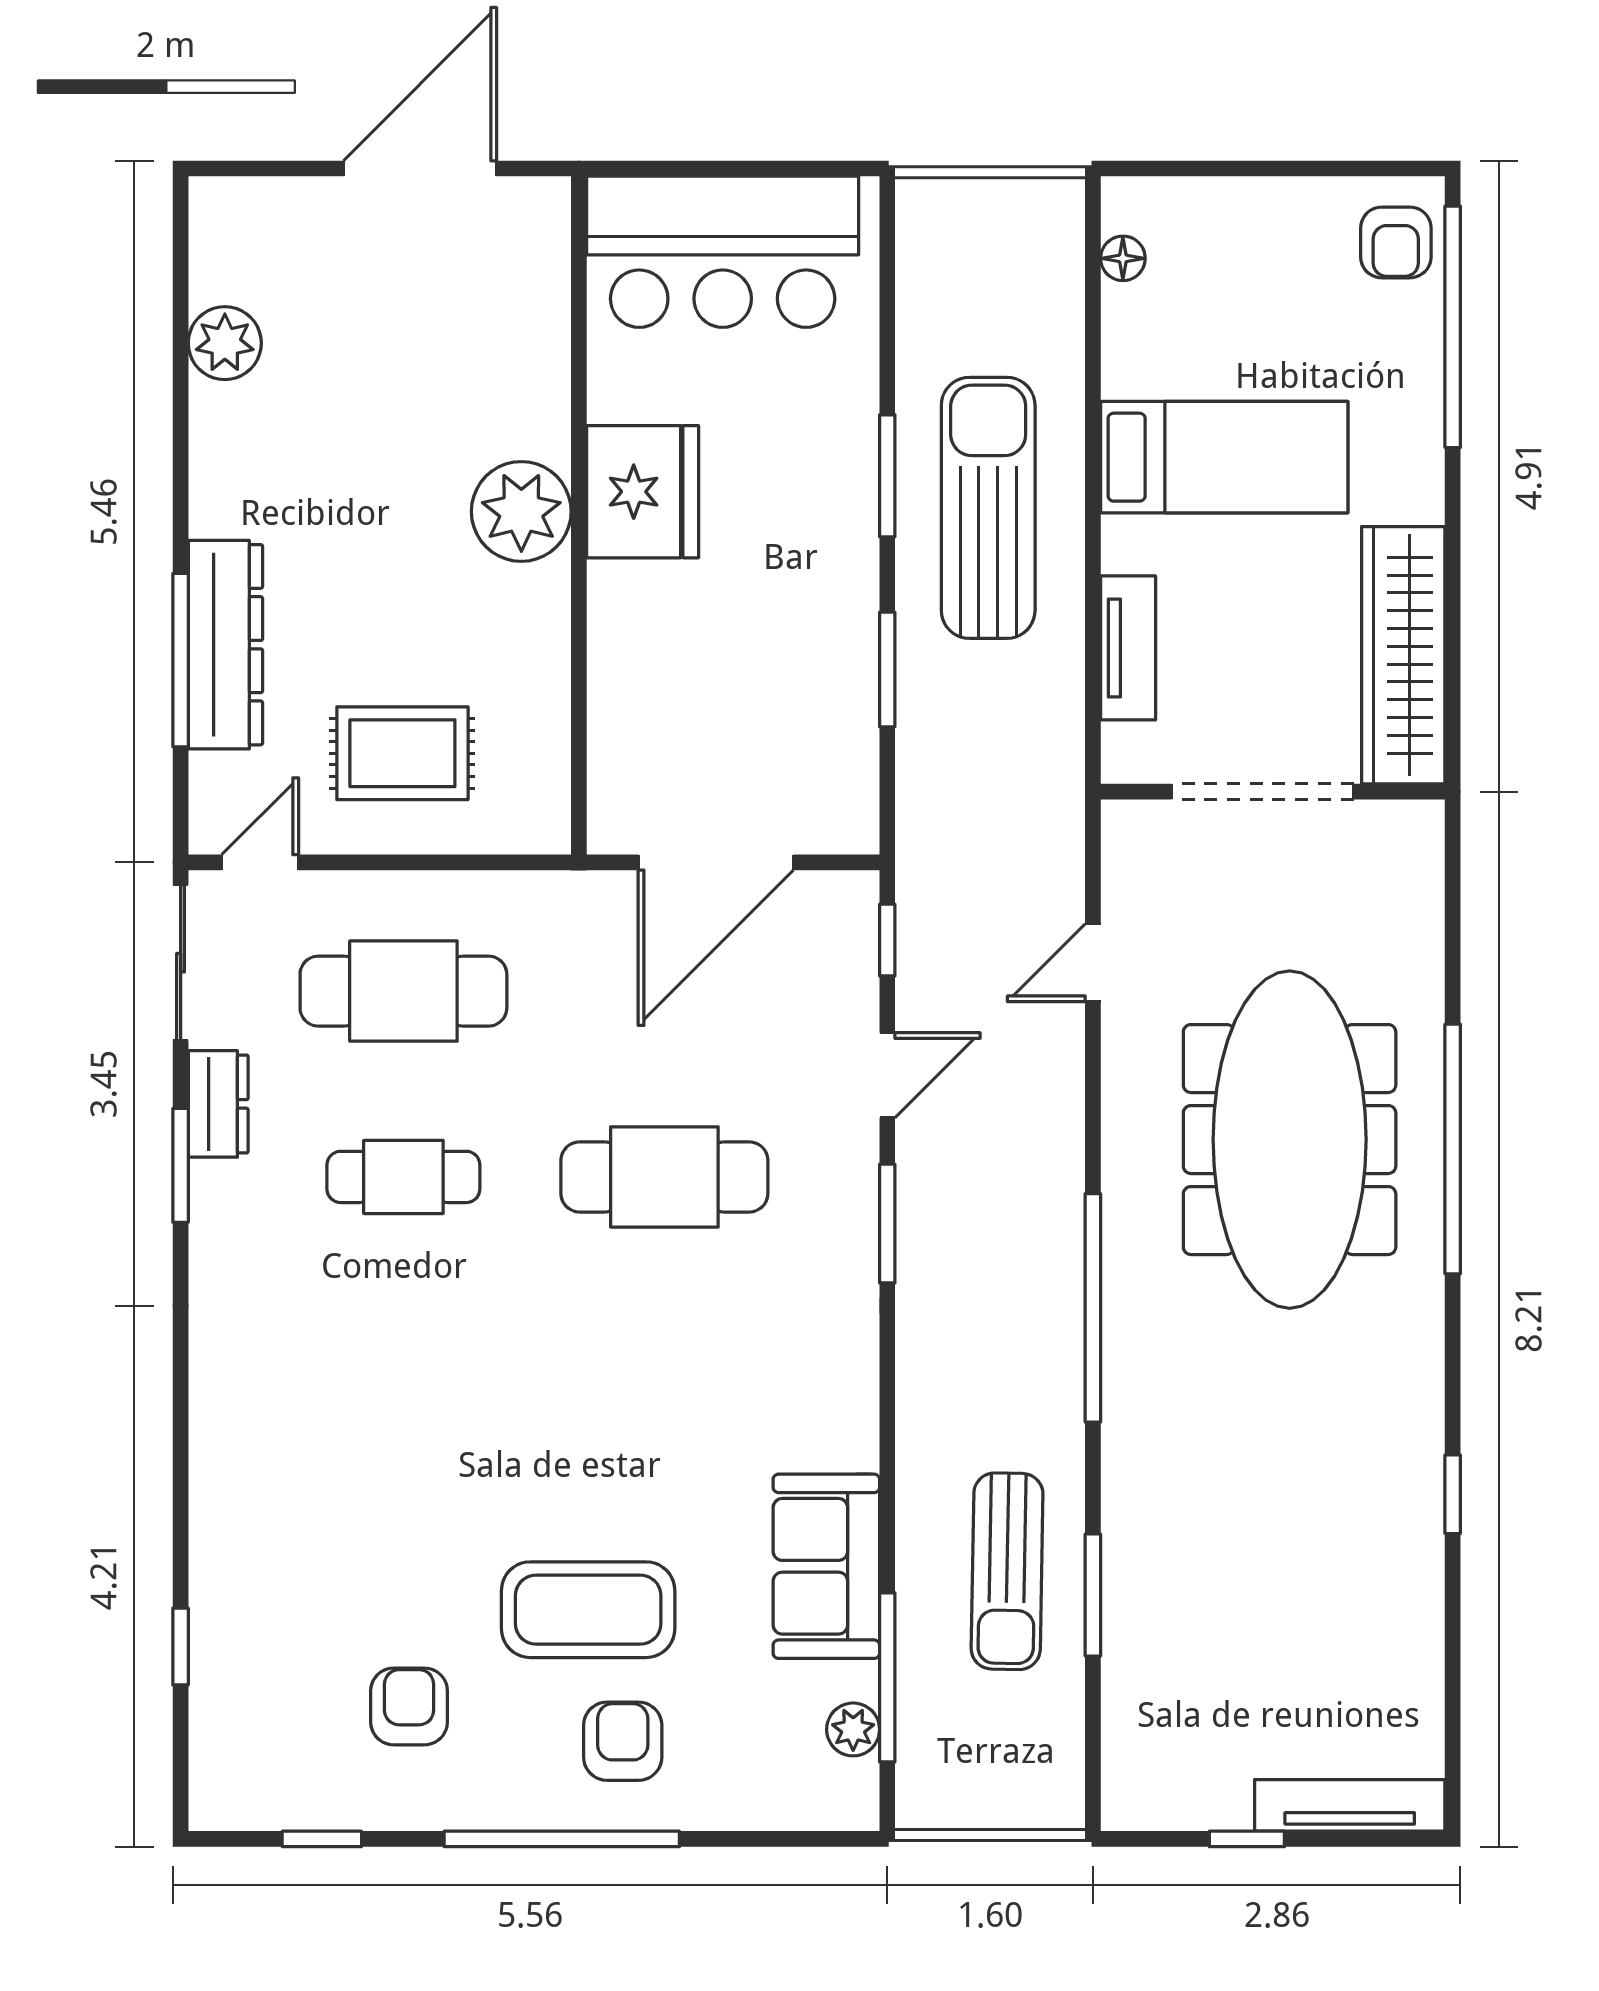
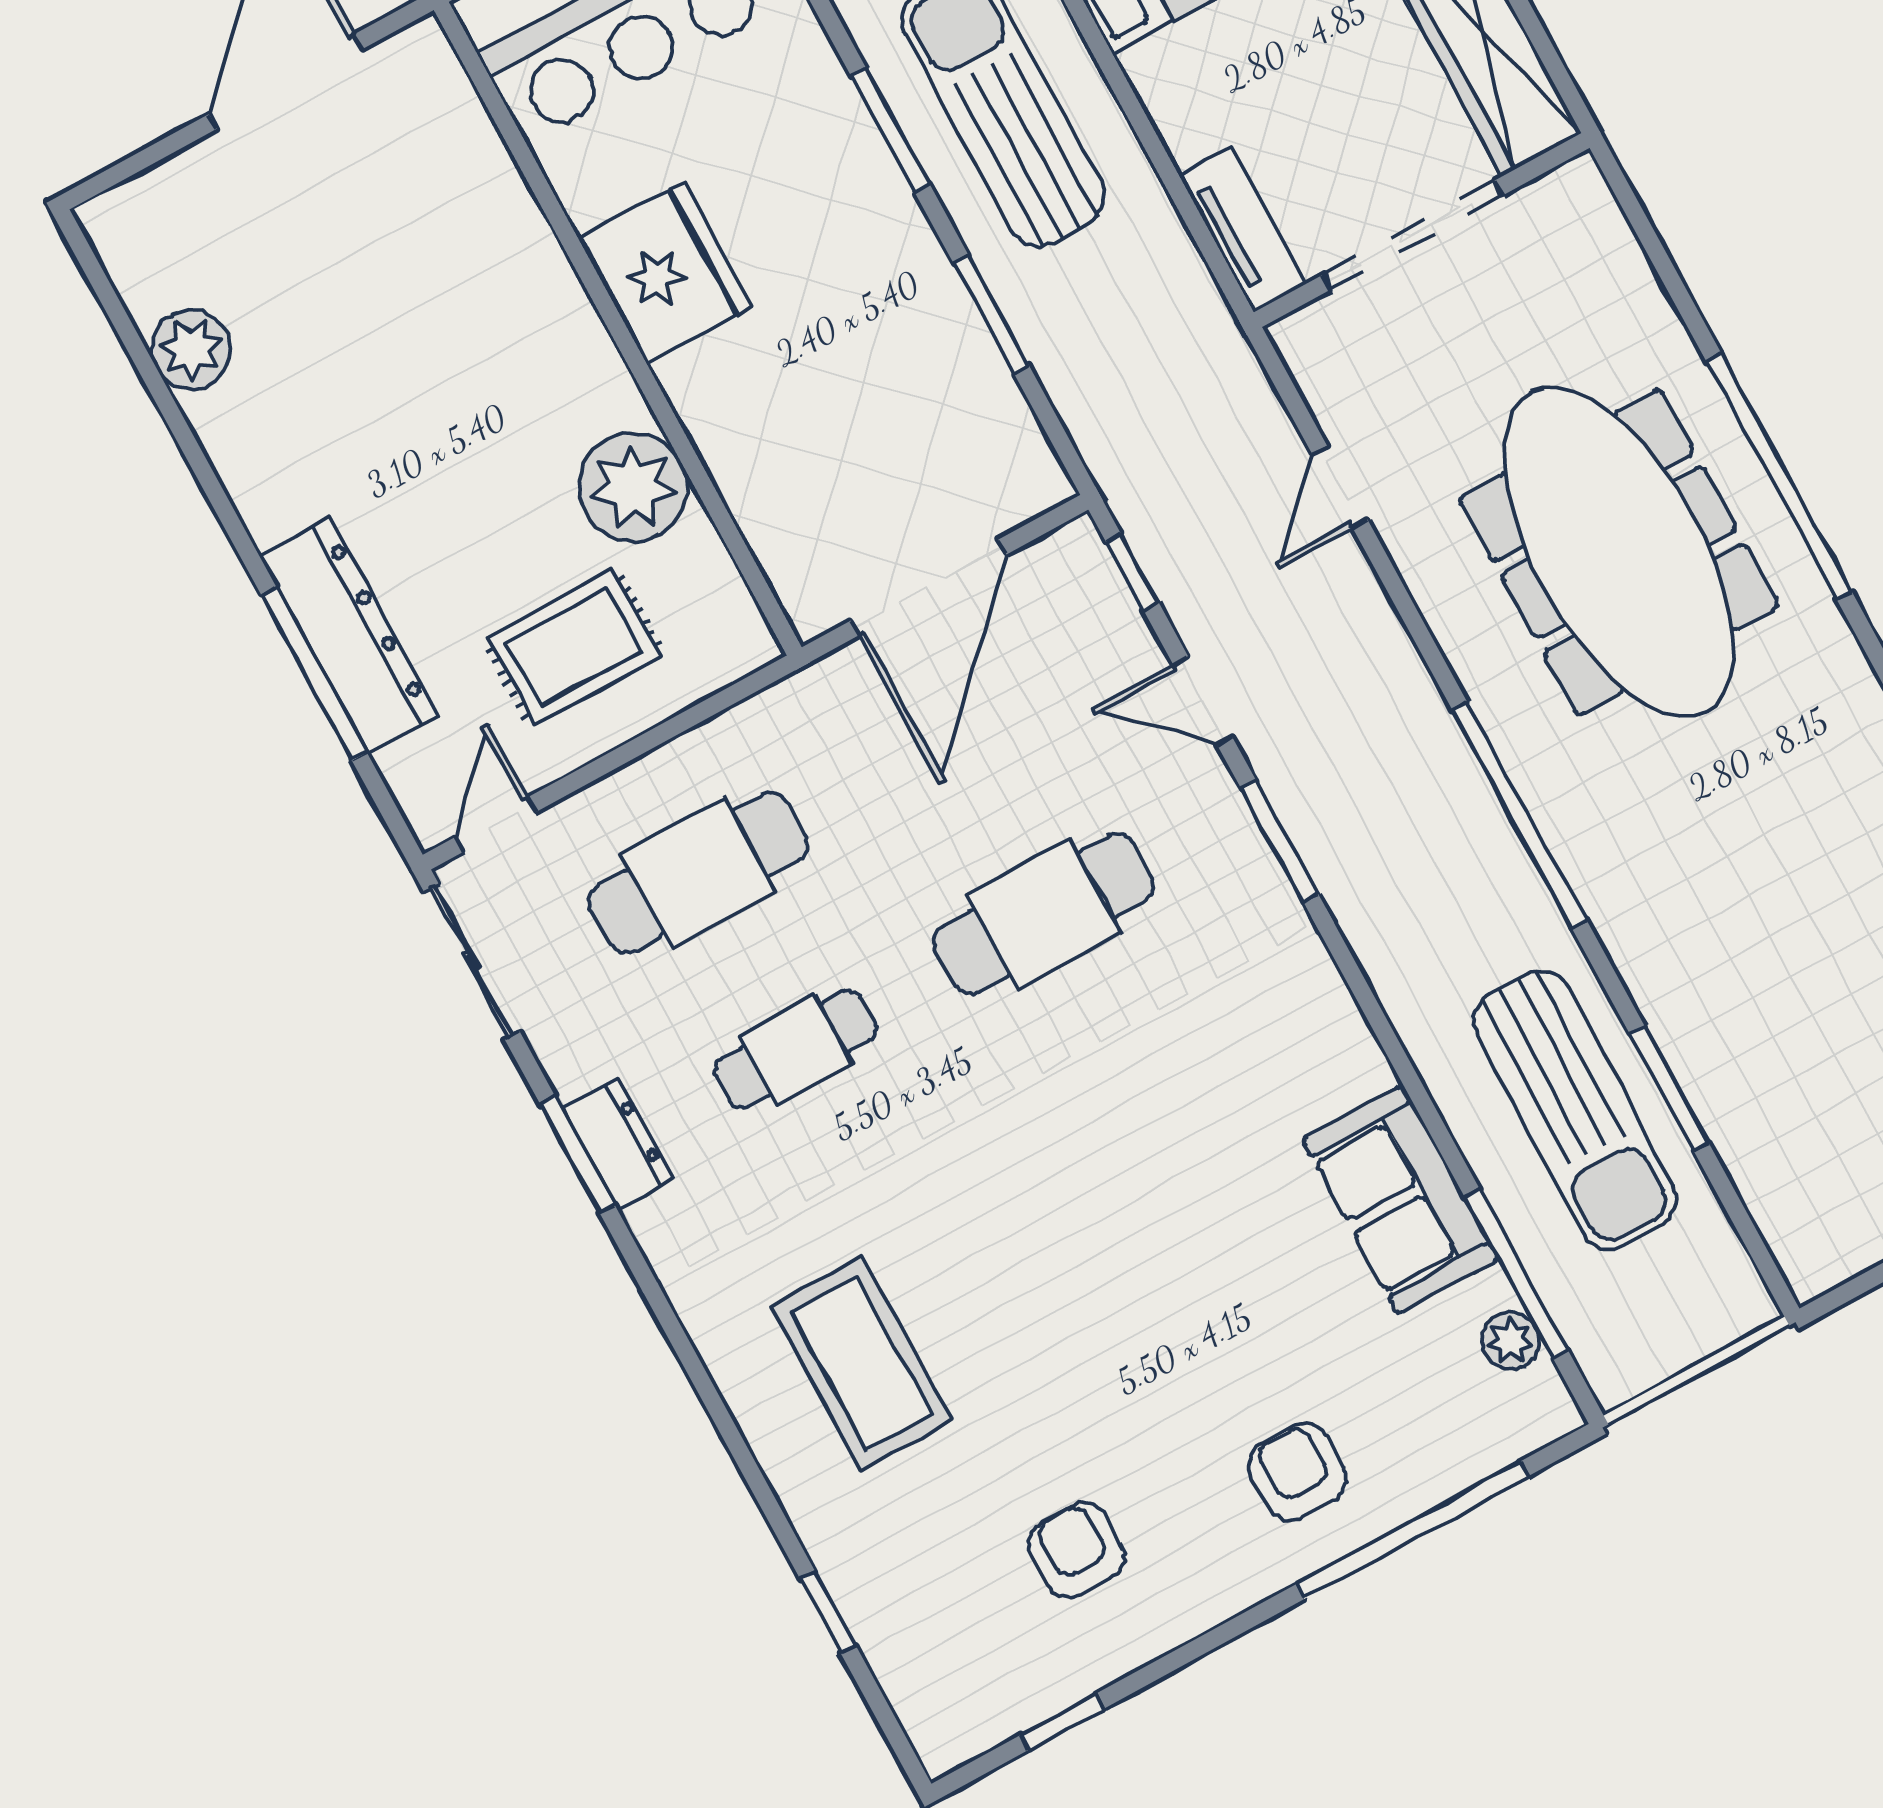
plant: (521, 511) -> (633, 487), moved
tv unit: (1128, 648) -> (1243, 230), moved
door: (887, 1075) -> (1203, 701), swing flipped
dresser: (218, 1104) -> (618, 1144), moved
sun lounger: (1007, 1571) -> (1575, 1110), width x1.36, depth x1.34
coffee table: (588, 1610) -> (862, 1363), moved, turned 90
window: (562, 1839) -> (1412, 1530), moved

